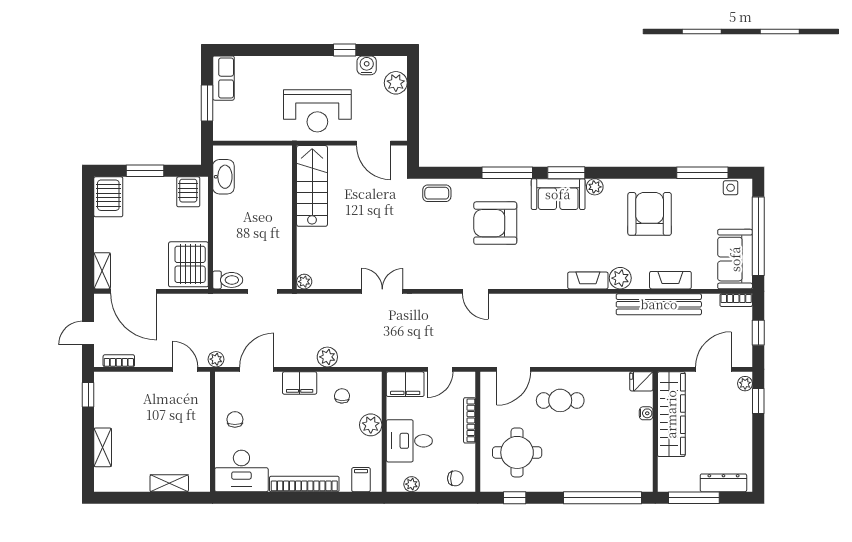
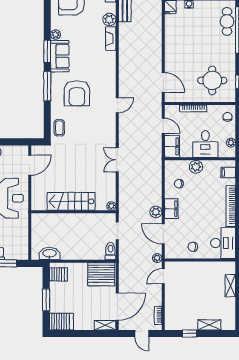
stairs: (312, 186) -> (71, 201), moved
plant: (327, 357) -> (156, 212), moved
window: (88, 395) -> (190, 333), moved
cafe table: (560, 400) -> (227, 21), moved

